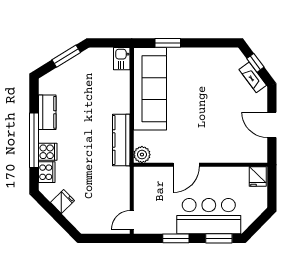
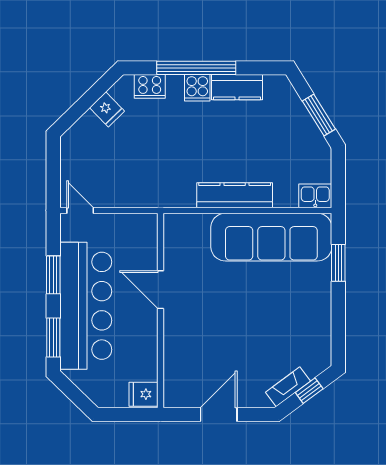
kitchen counter: (121, 140) -> (235, 195), moved
cooker: (48, 152) -> (197, 88), moved
plant: (142, 155) -> (175, 225), removed
bar counter: (209, 216) -> (86, 306), width x1.36

